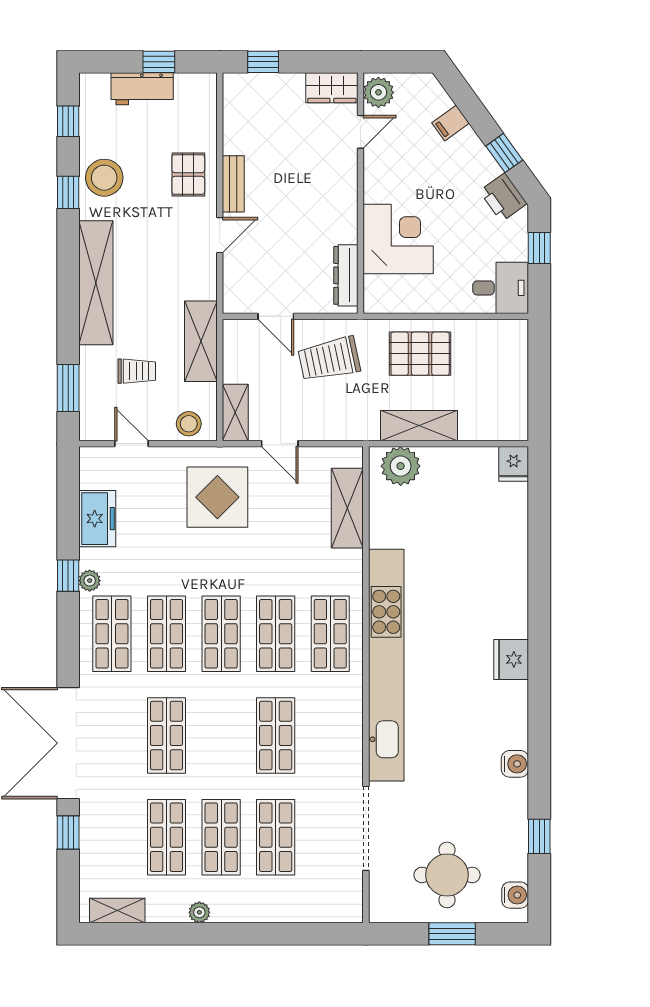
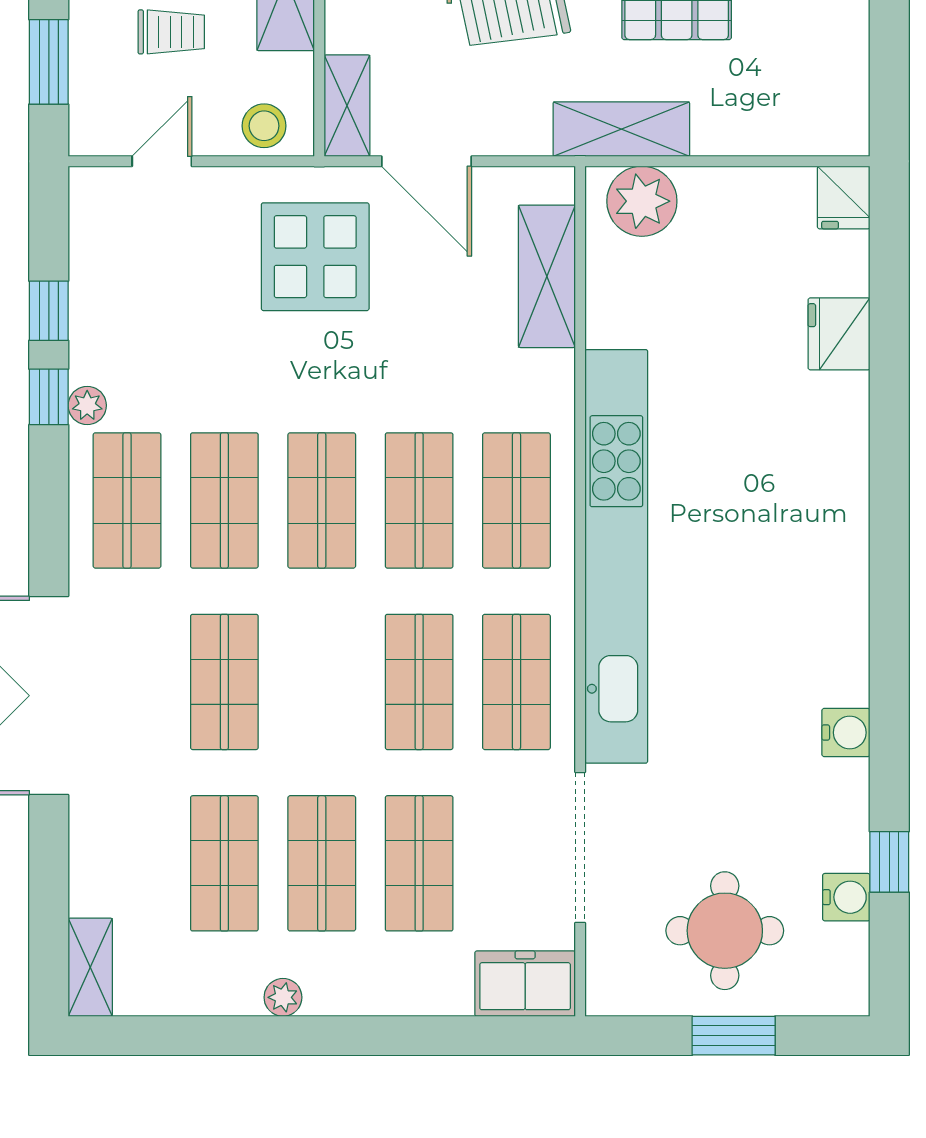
shelving: (419, 426) -> (621, 129), moved
door: (132, 444) -> (162, 161), hinge flipped
door: (280, 444) -> (427, 161), width x1.38
freezer: (97, 519) -> (525, 984), moved, turned -90
fridge: (511, 659) -> (839, 334), moved
shop shelf: (330, 736) -> (516, 682), added
window: (68, 832) -> (49, 311), moved
water cooler: (515, 895) -> (846, 897), moved
shelving: (117, 911) -> (90, 967), moved, turned 90

